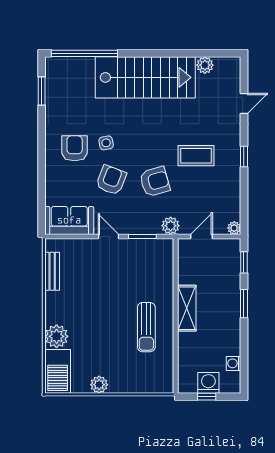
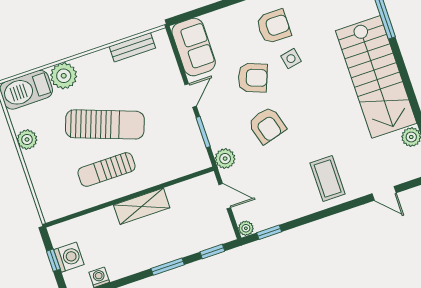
coffee table: (196, 156) -> (328, 179), moved
window: (244, 157) -> (269, 232), moved
sun lounger: (108, 316) -> (105, 124), added

